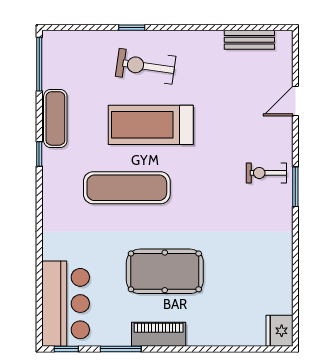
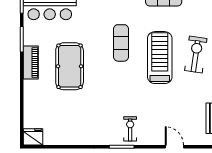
exercise mat: (127, 188) -> (121, 43), width x0.73, depth x0.69

